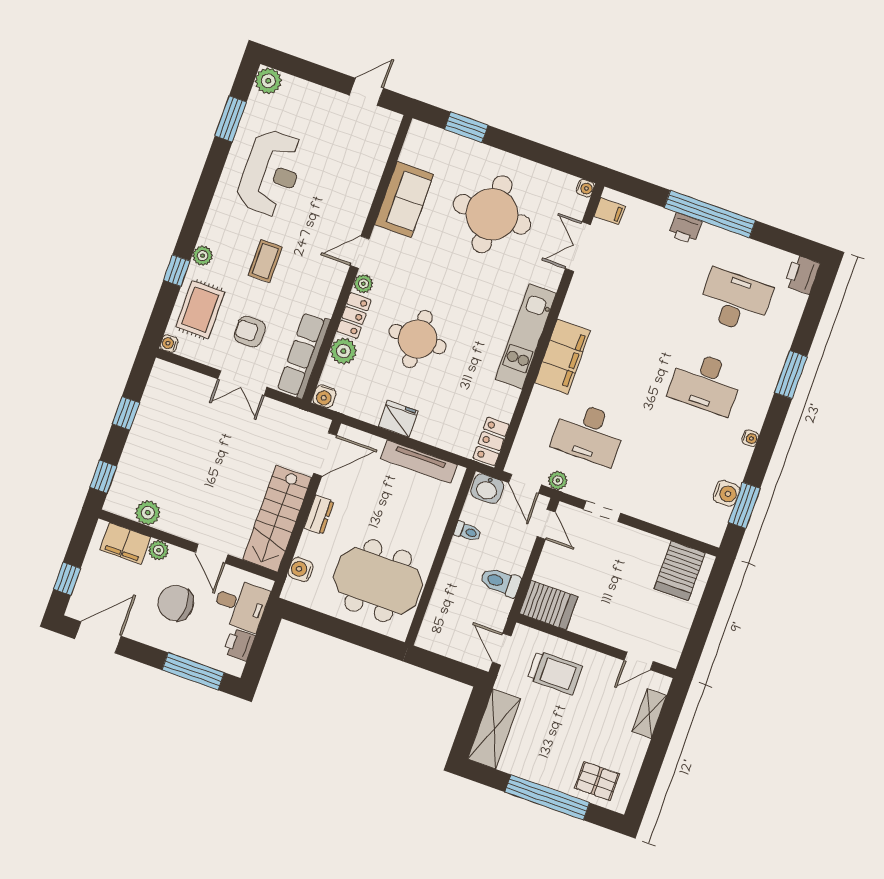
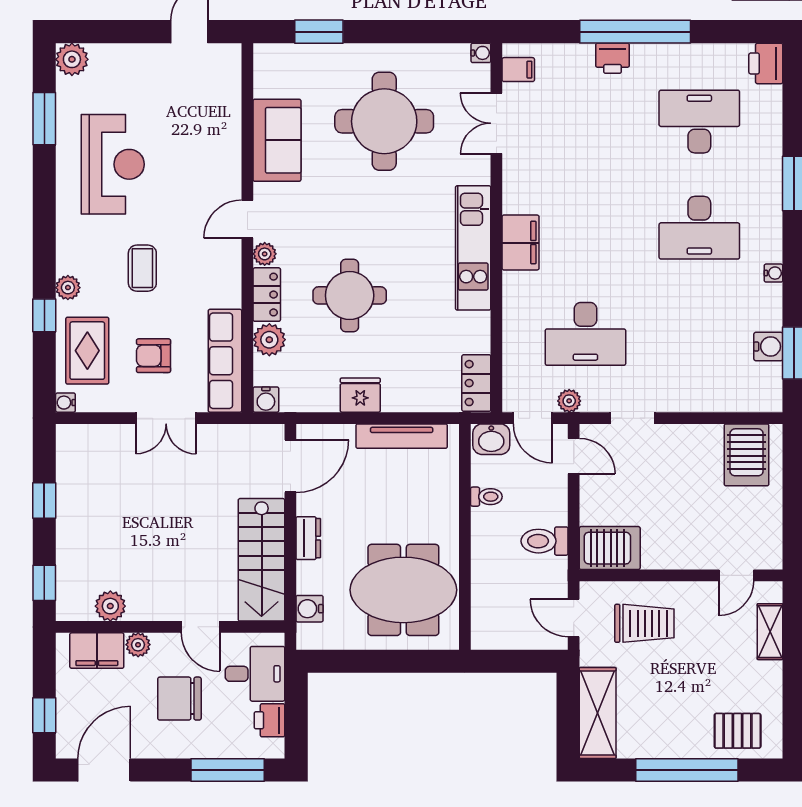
filing cabinet: (562, 357) -> (521, 243), width x0.67, depth x0.86

